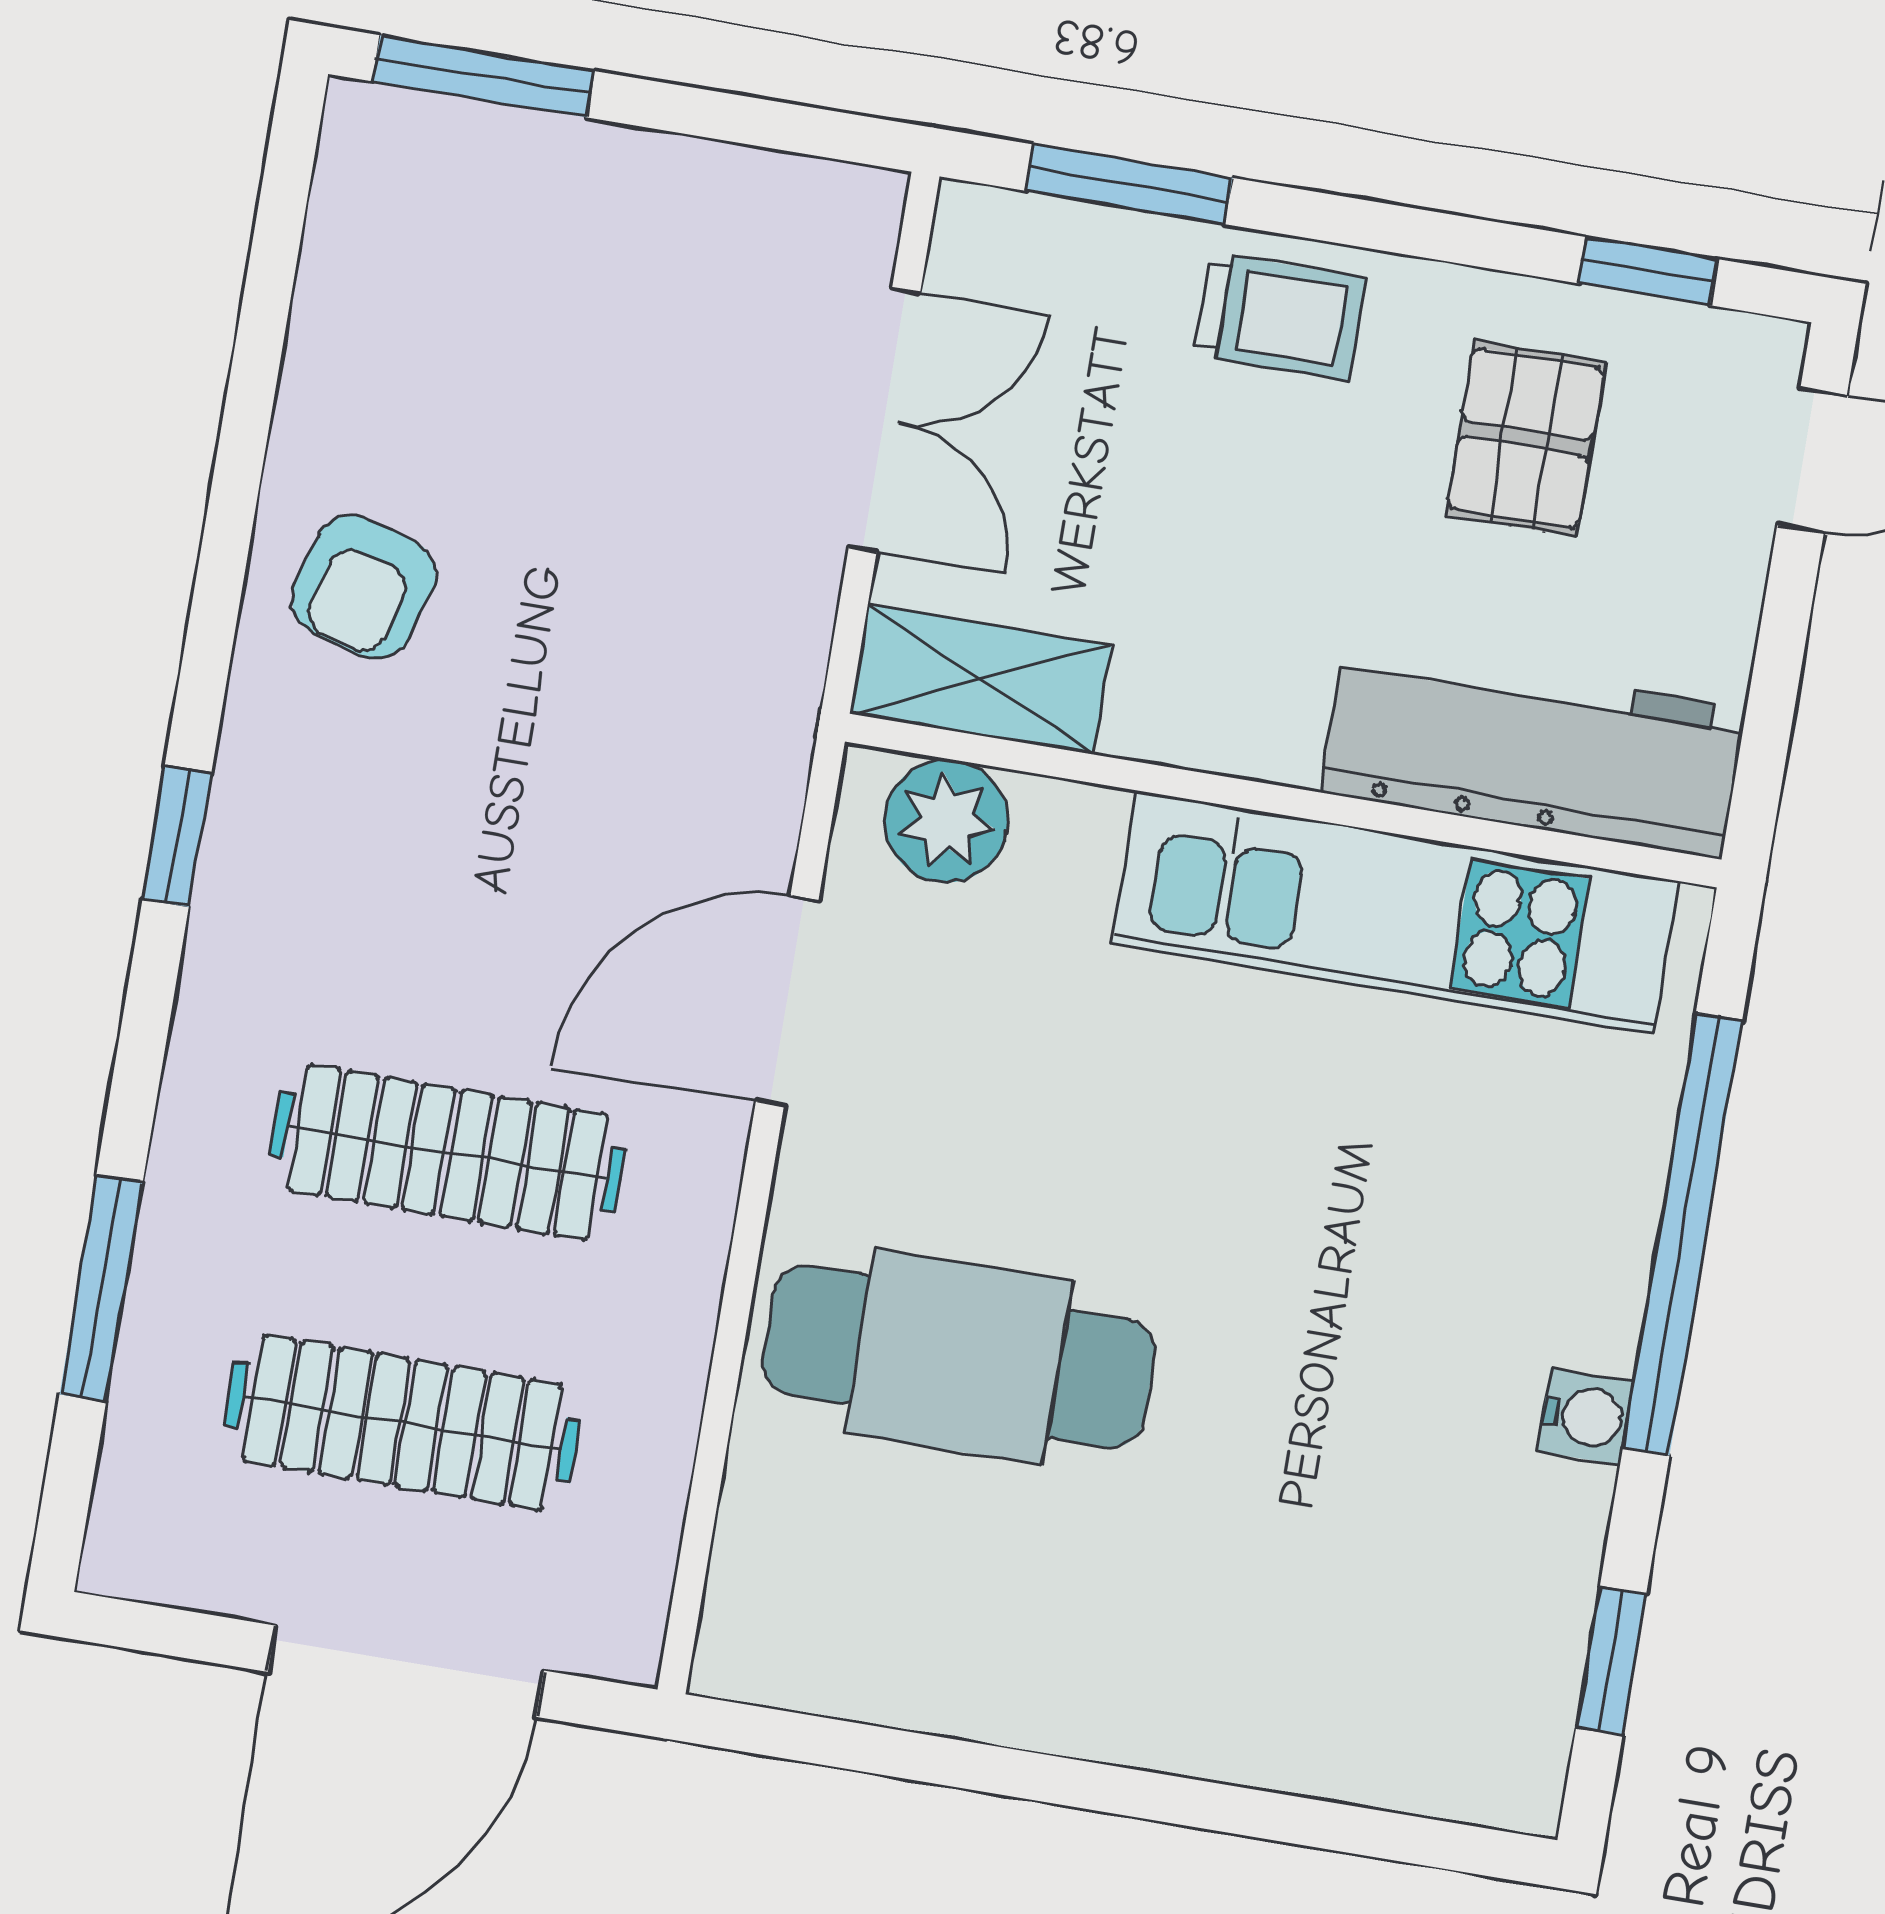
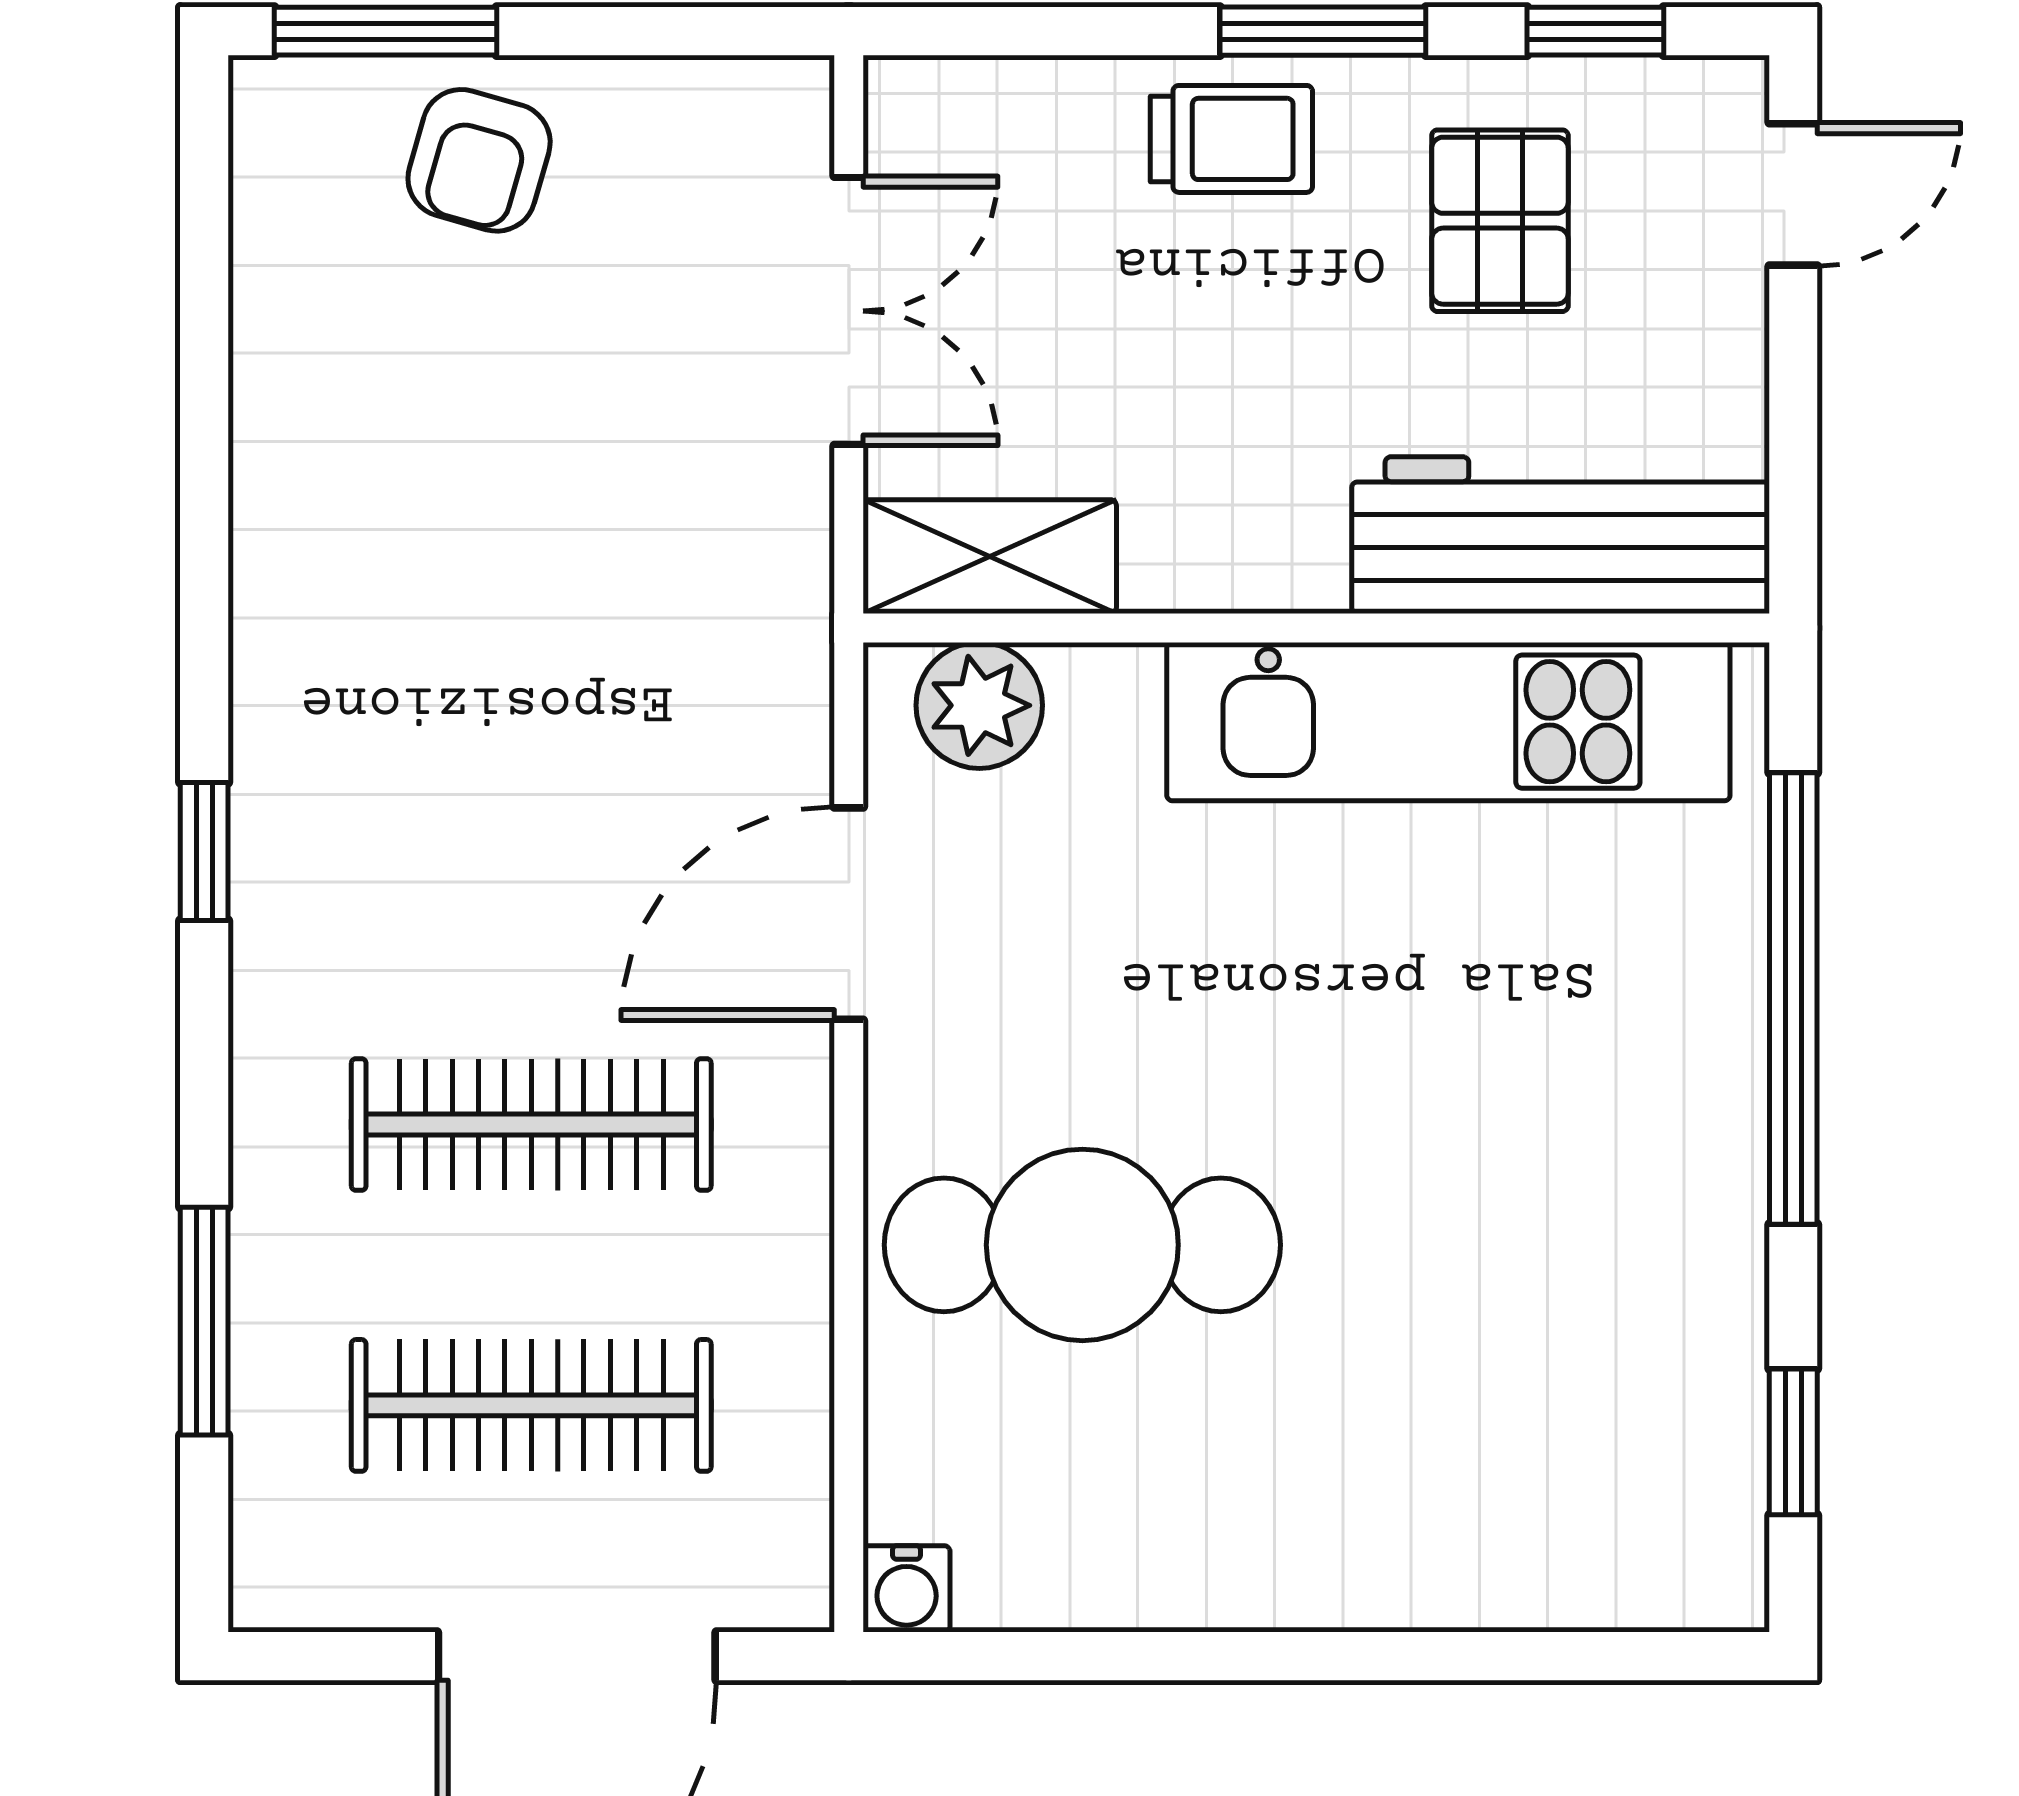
window: (1129, 184) -> (1323, 31), moved
armchair: (364, 587) -> (479, 160), moved
water cooler: (1585, 1416) -> (907, 1589), moved, turned 90

